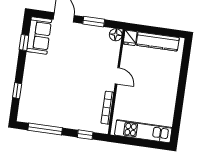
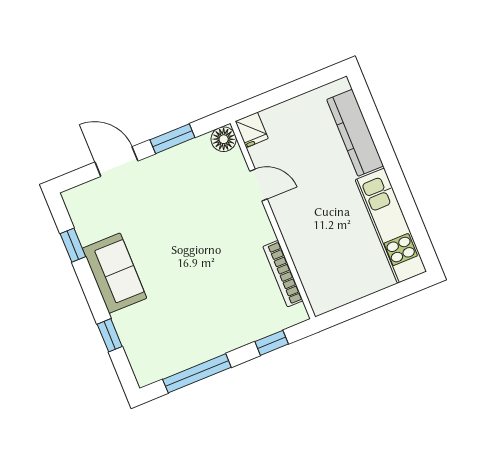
sofa: (39, 35) -> (114, 273), moved
kitchen counter: (158, 41) -> (355, 133), moved, turned 90
door: (117, 76) -> (258, 185), moved
kitchen unit: (143, 131) -> (391, 226), moved, turned -90

